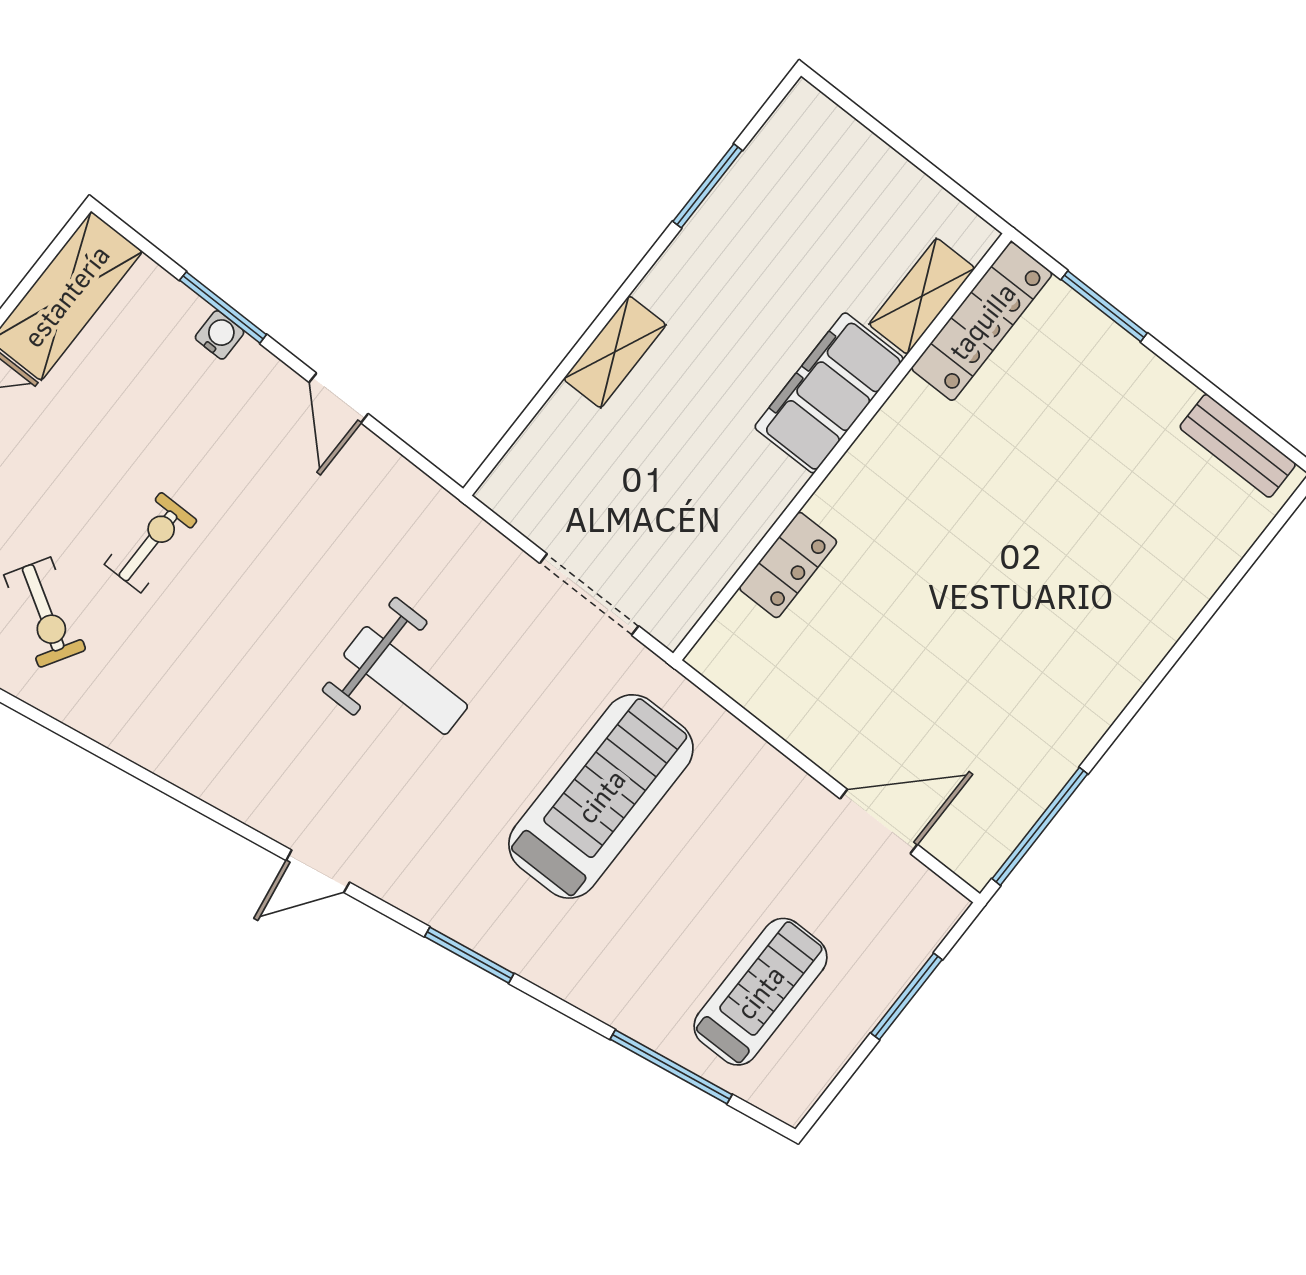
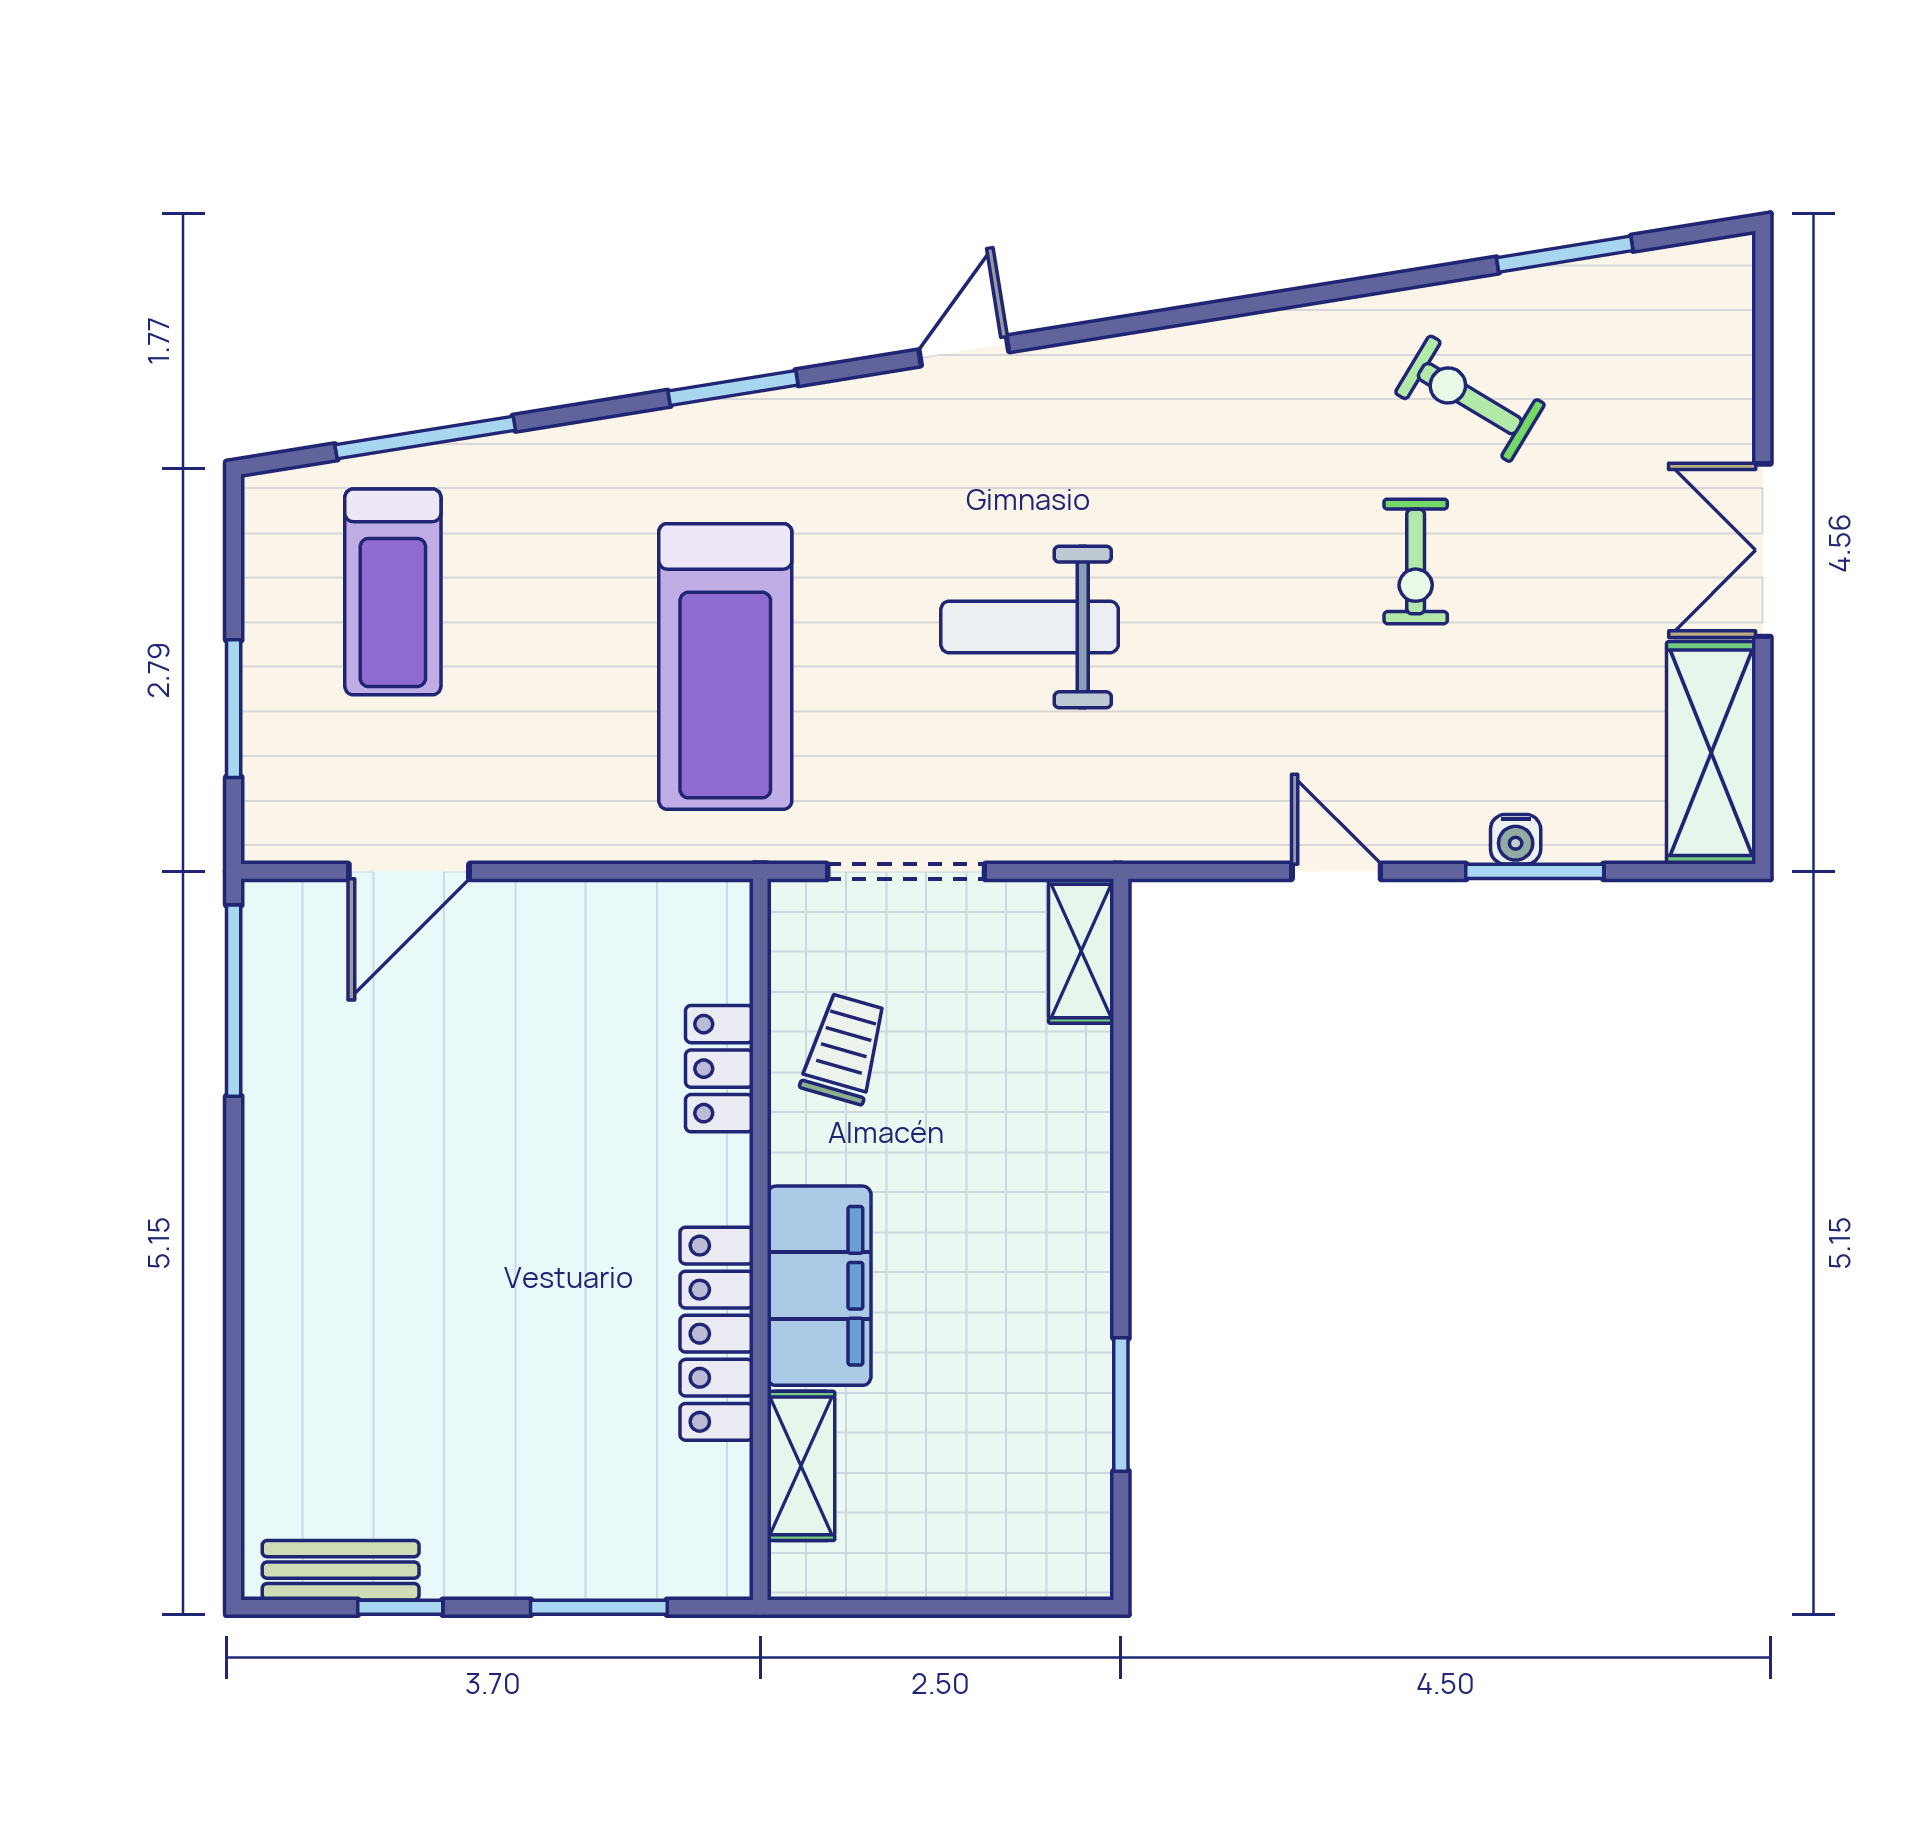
locker: (982, 321) -> (717, 1334), moved
shelving: (615, 352) -> (1081, 951), moved
window: (1220, 397) -> (400, 1607), added
trolley: (706, 519) -> (844, 1049), added

